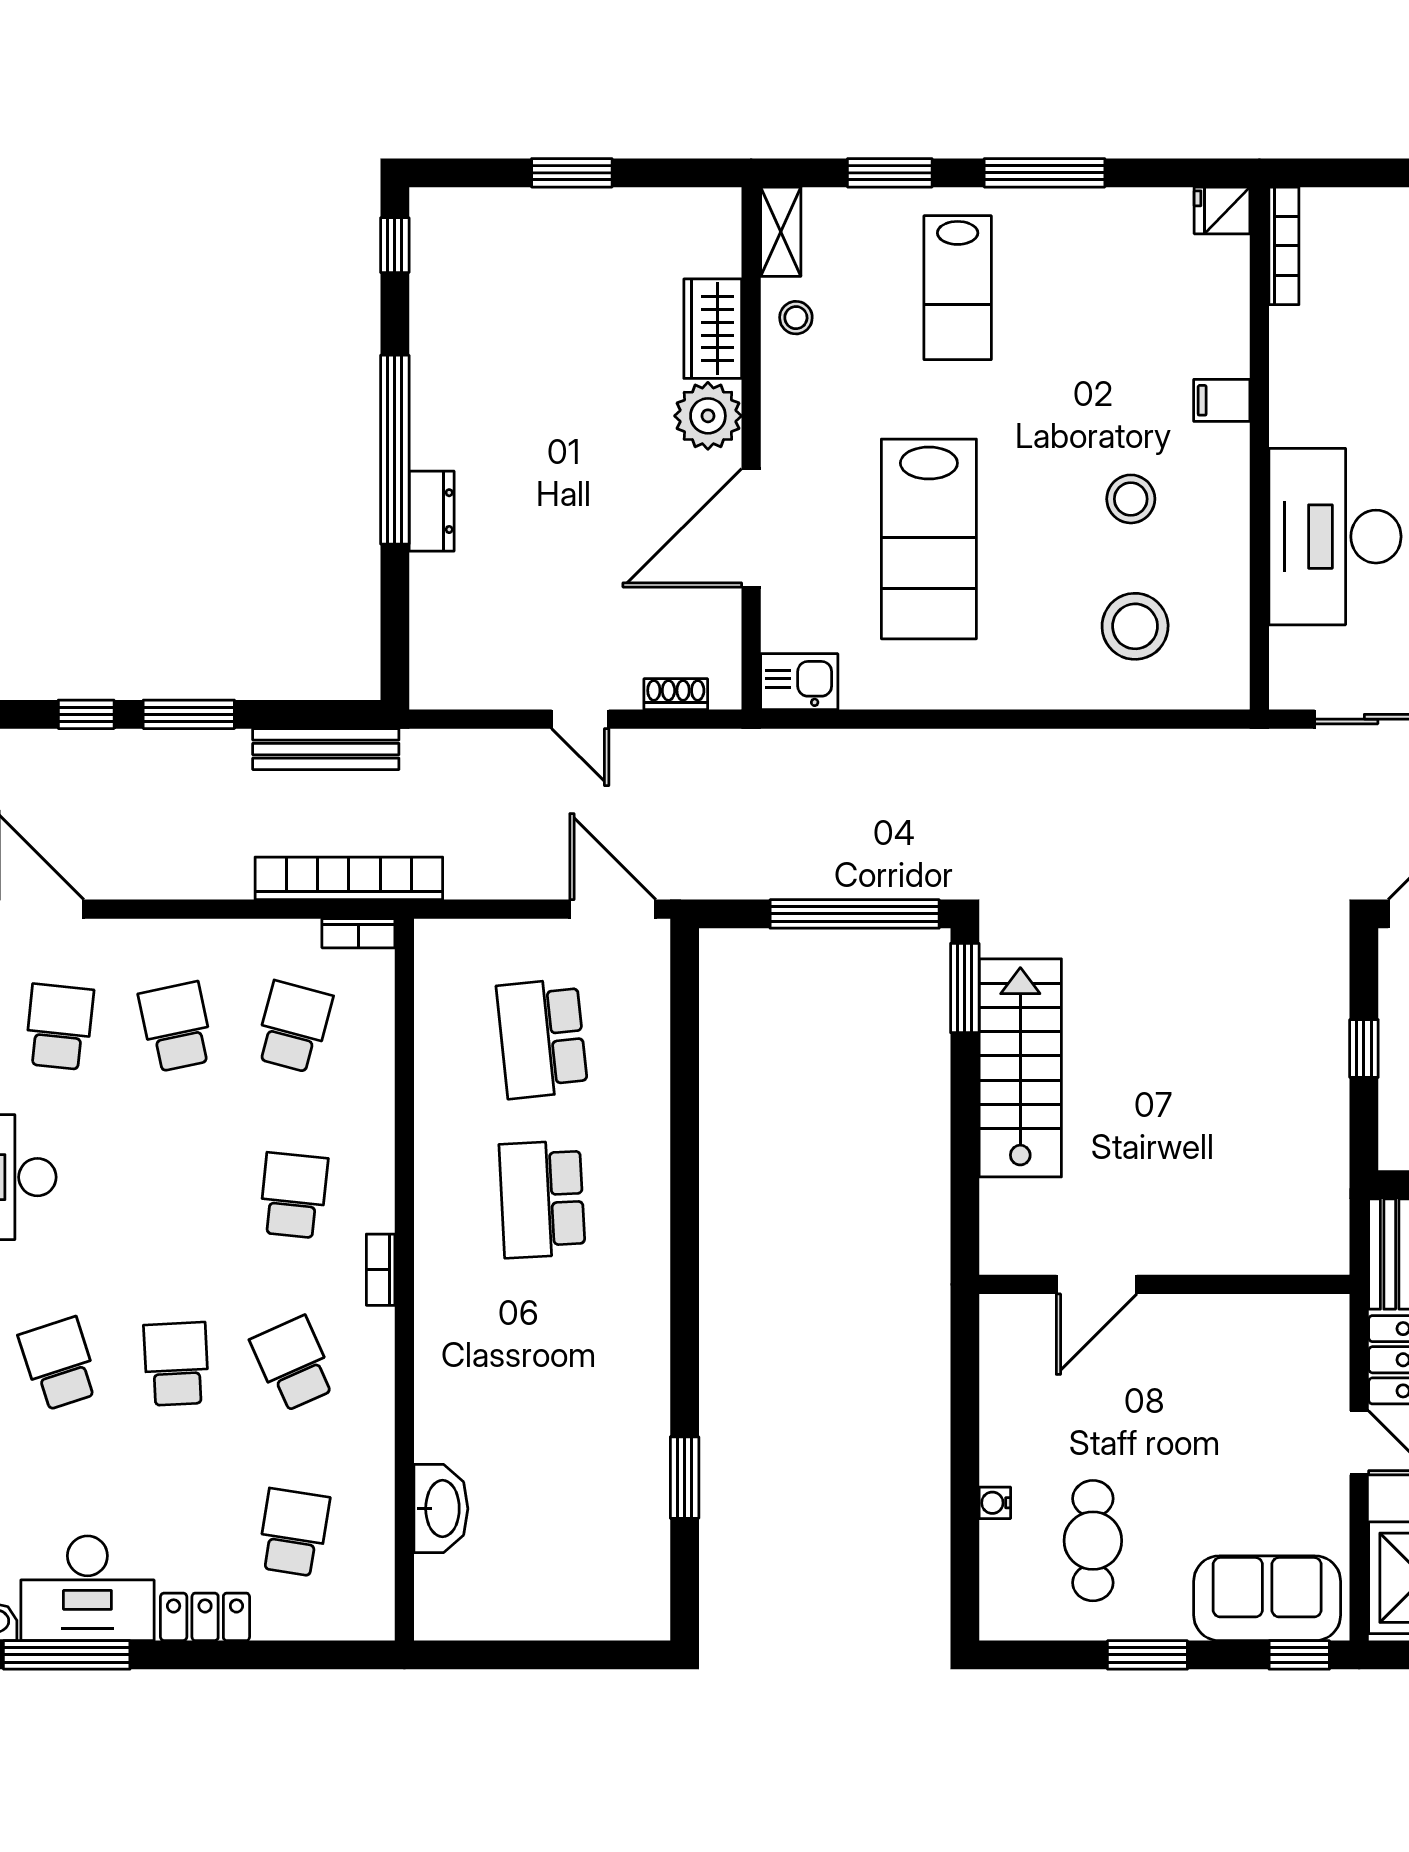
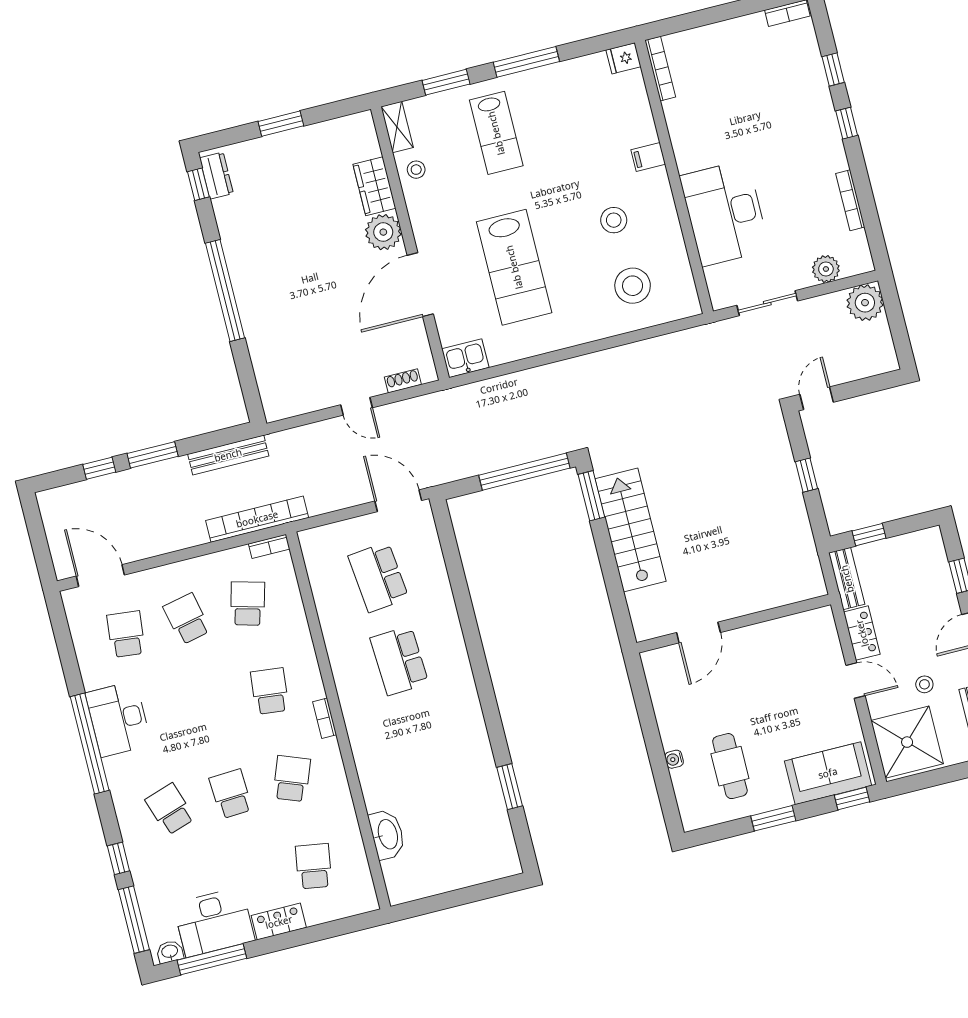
dresser: (432, 511) -> (216, 176), moved
school desk: (293, 1364) -> (292, 779), turned 45

